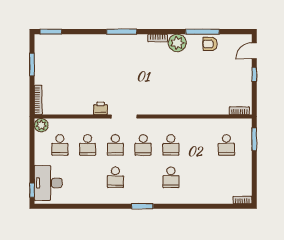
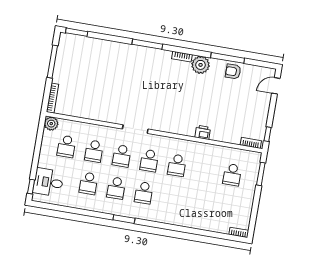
window: (32, 64) -> (52, 62), width x1.44
window: (254, 74) -> (268, 134), moved
printer: (100, 108) -> (203, 132), moved
school desk: (88, 177) -> (89, 183), added
school desk: (171, 177) -> (144, 193), moved
desk: (48, 183) -> (48, 182), width x0.73
window: (142, 206) -> (124, 219), moved

